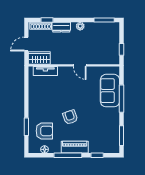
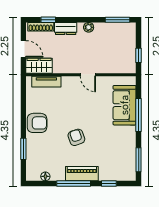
door: (26, 44) -> (23, 49), swing flipped
armchair: (44, 131) -> (37, 123), moved

